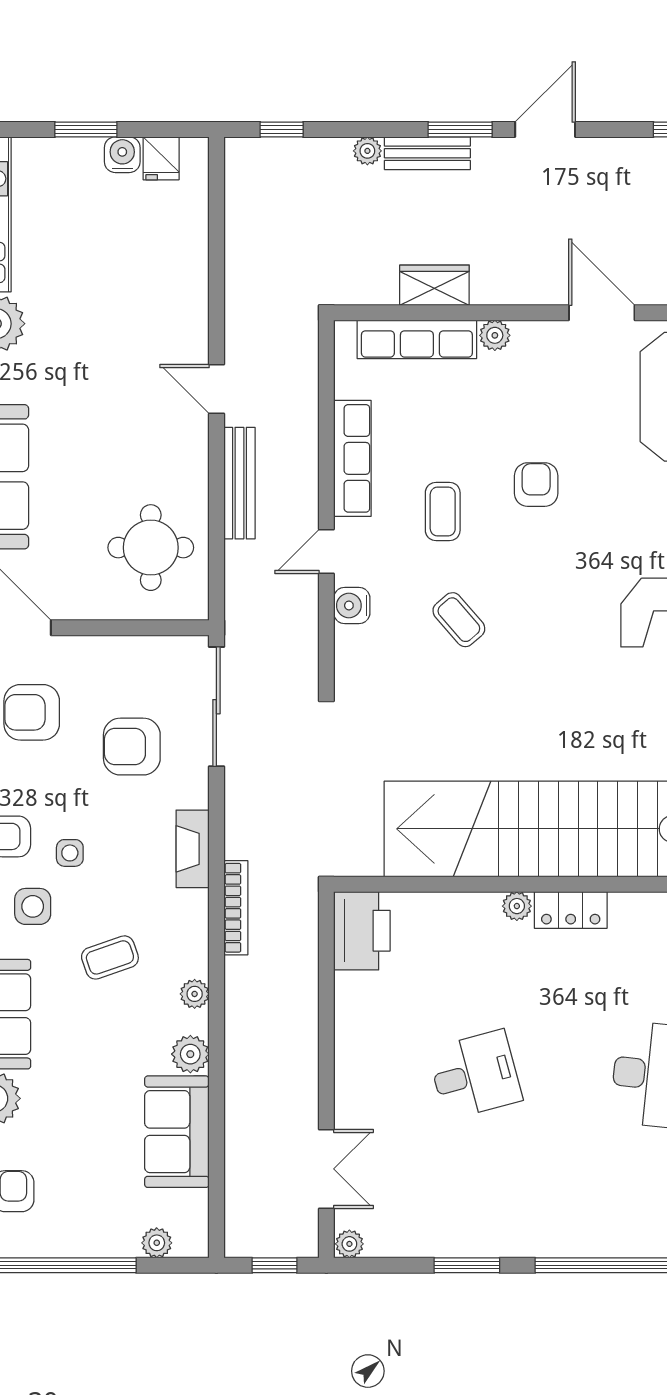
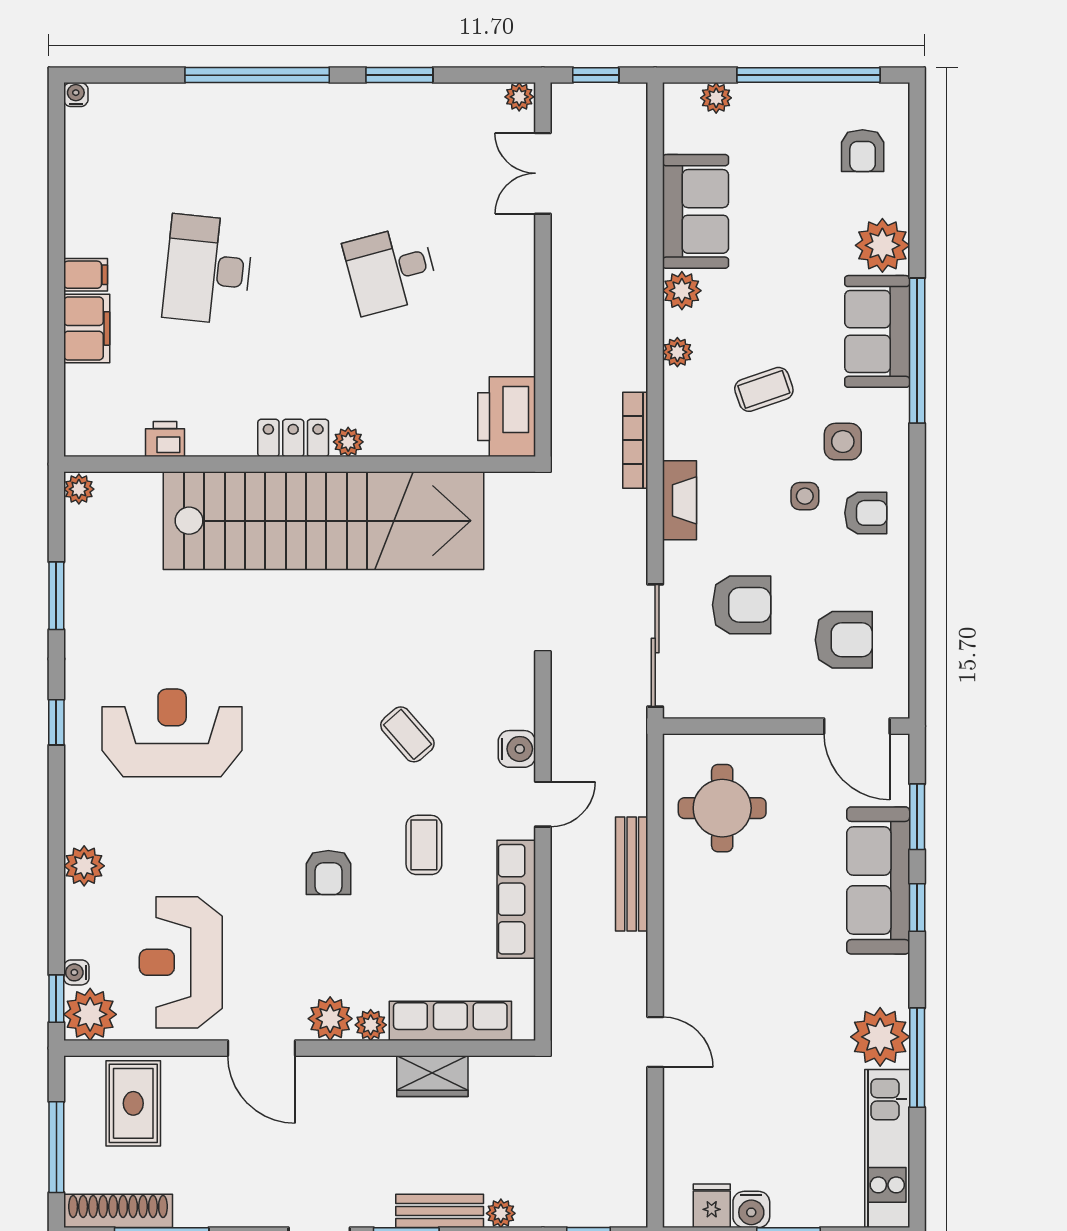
plant: (535, 342) -> (330, 1019), added
door: (216, 389) -> (655, 1042), moved

